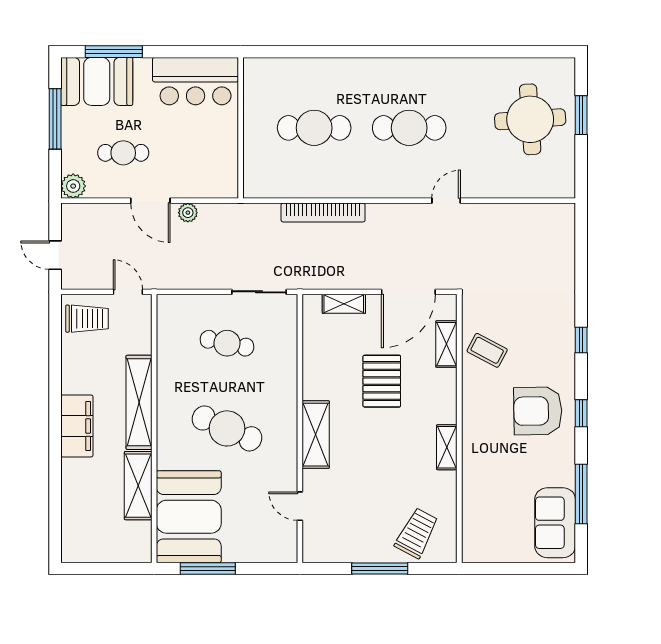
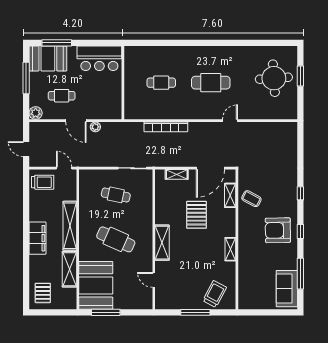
cafe table: (314, 128) -> (161, 83), width x0.73, depth x0.74
pallet: (87, 531) -> (43, 293), added

